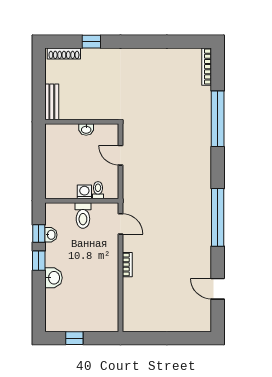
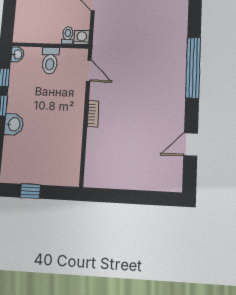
washing machine: (84, 192) -> (82, 37), moved
washbasin: (51, 235) -> (17, 54), moved
door: (218, 289) -> (191, 145), hinge flipped

